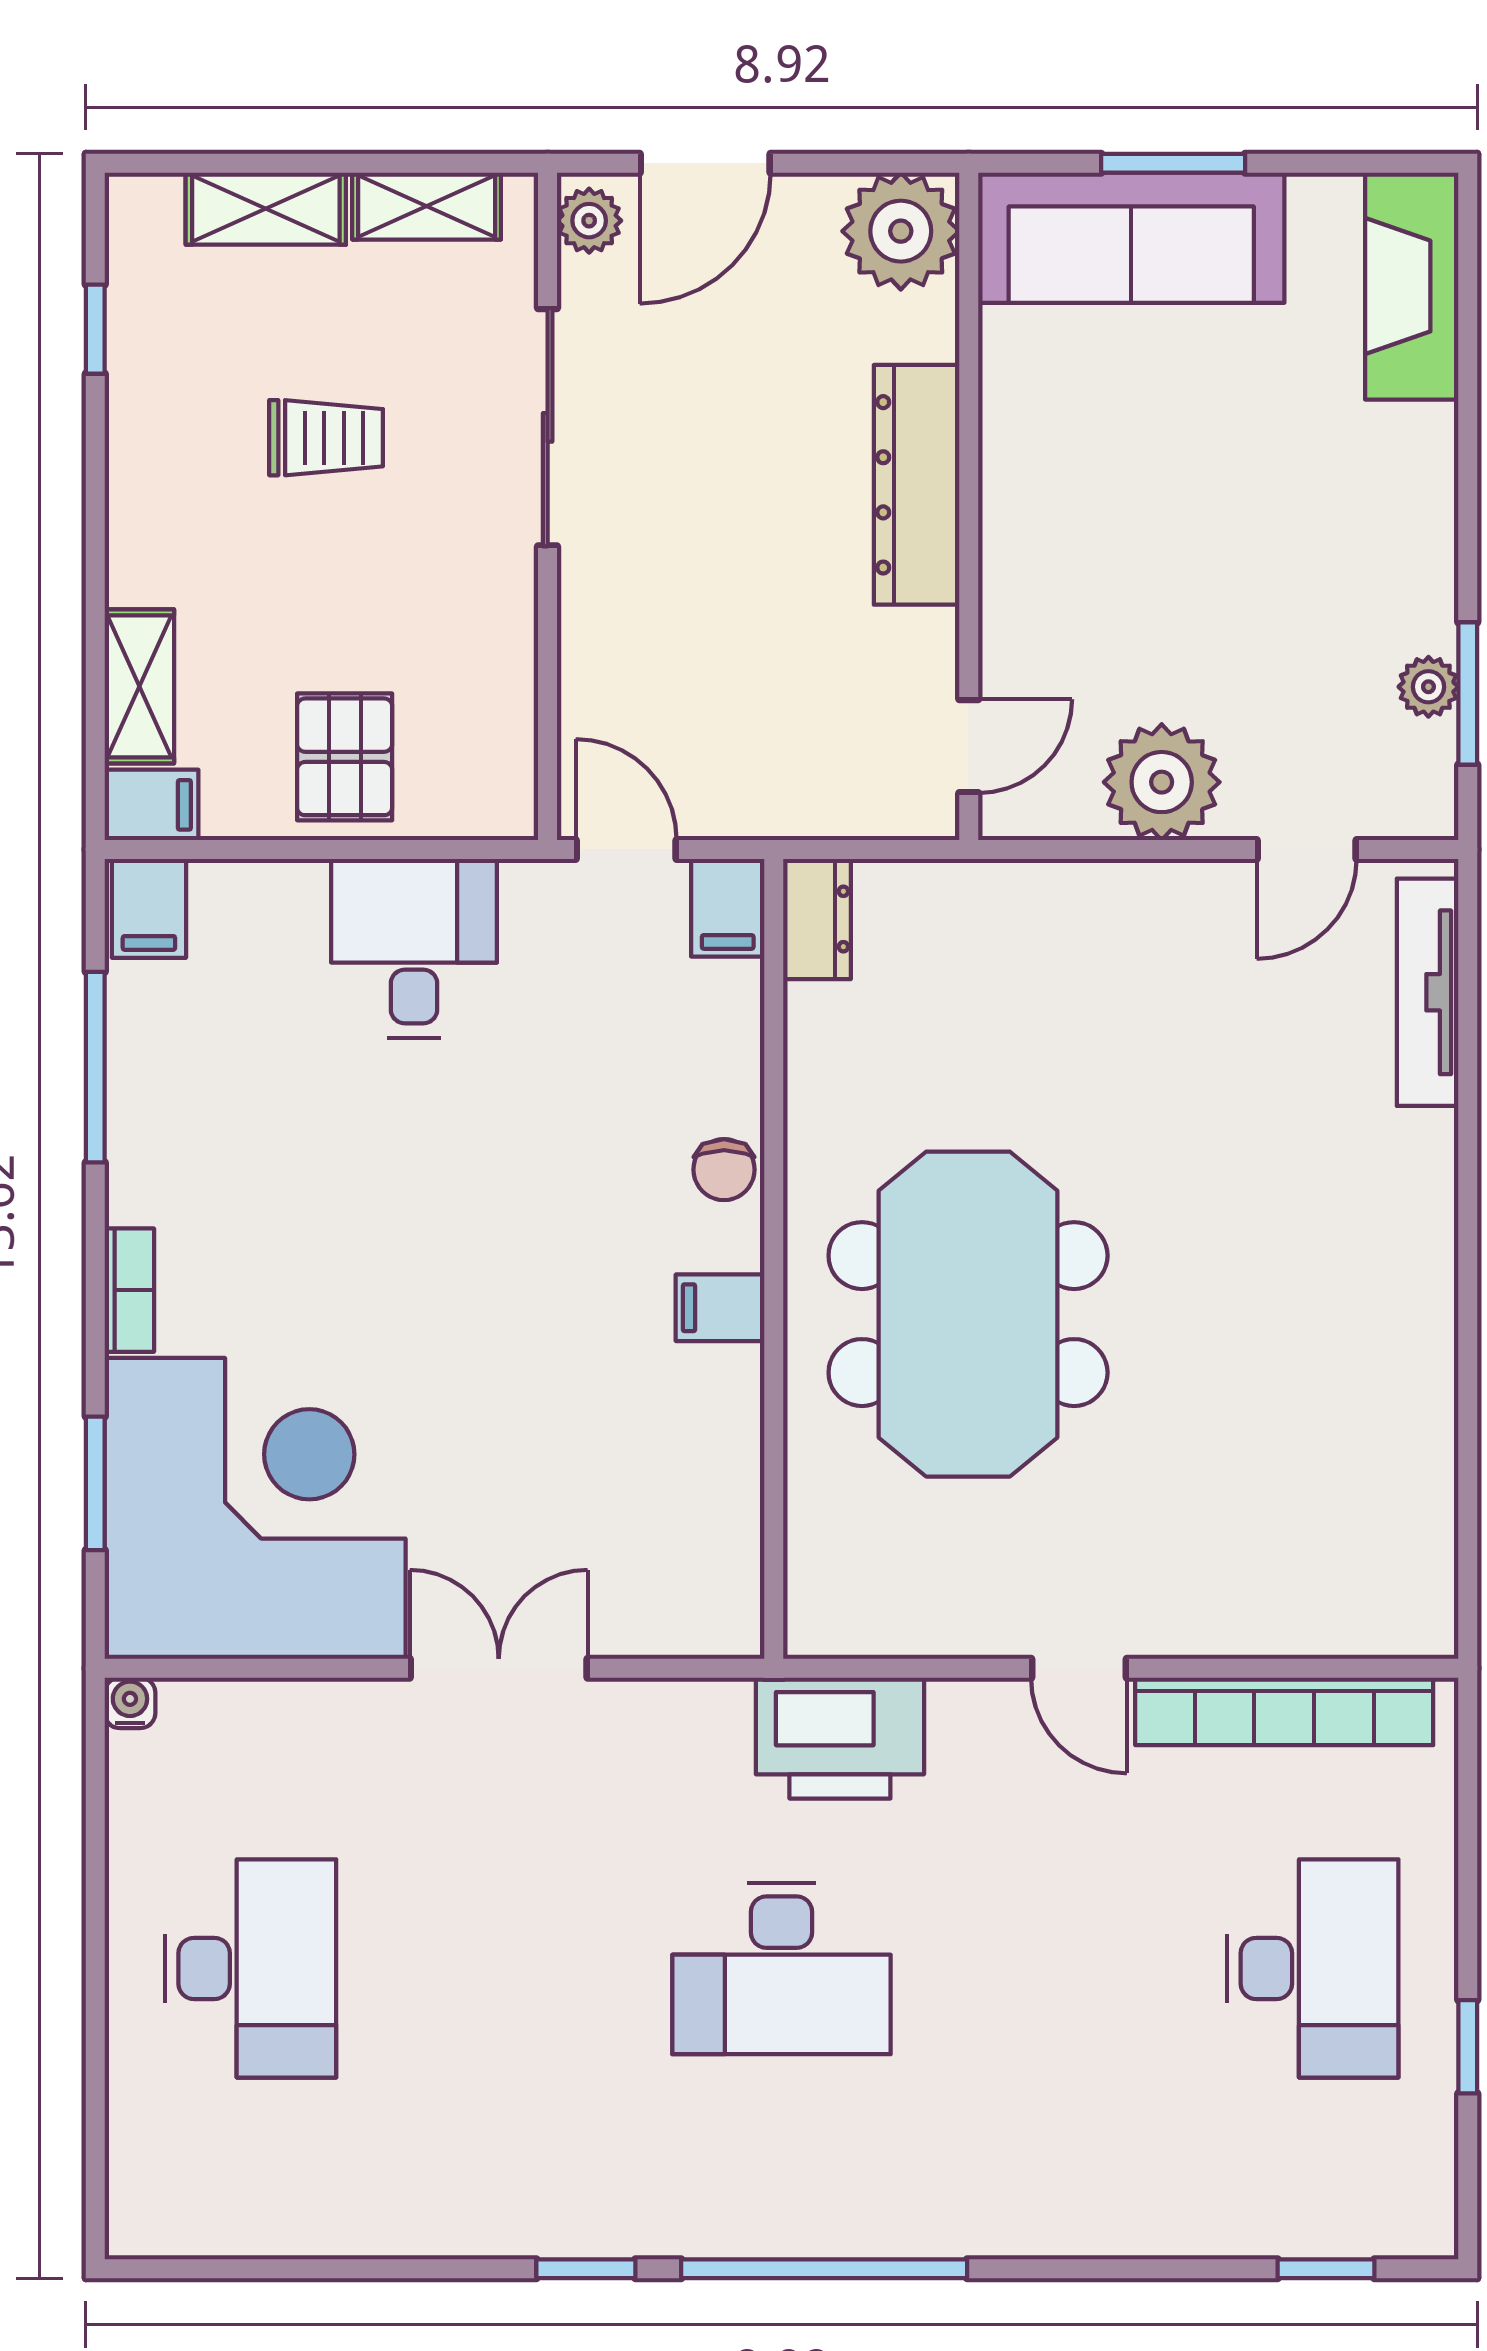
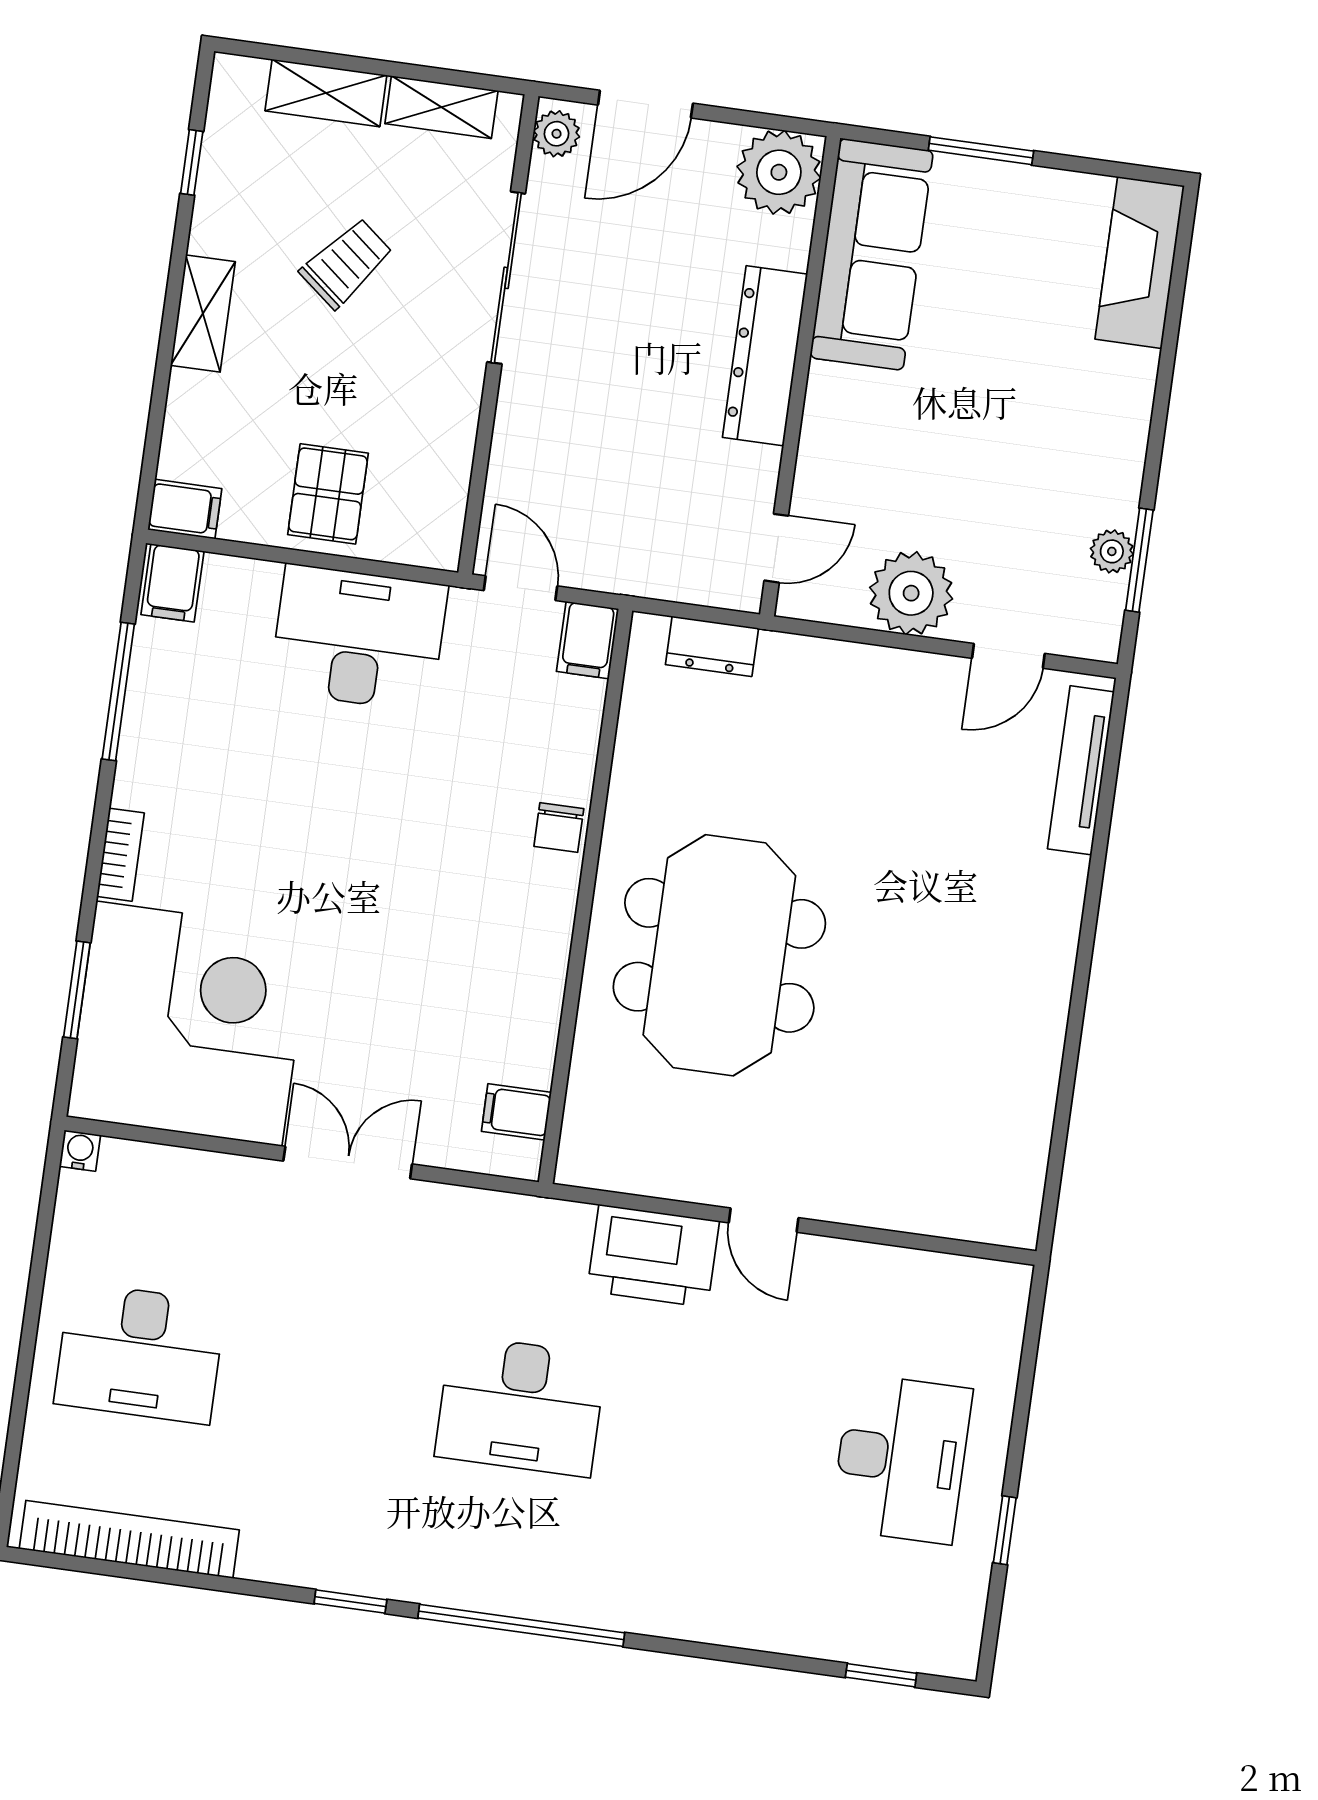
sofa: (1131, 238) -> (872, 254), moved, turned -90
trolley: (326, 438) -> (346, 263), turned -51
shelving: (139, 686) -> (203, 313), moved
dresser: (817, 919) -> (712, 646), moved, turned 90
desk: (414, 948) -> (359, 638), width x1.37
filing cabinet: (720, 1308) -> (516, 1112), moved
bookcase: (1284, 1711) -> (129, 1539), moved, turned 180
printer: (840, 1738) -> (653, 1256), moved
desk: (250, 1968) -> (140, 1353), turned 90

